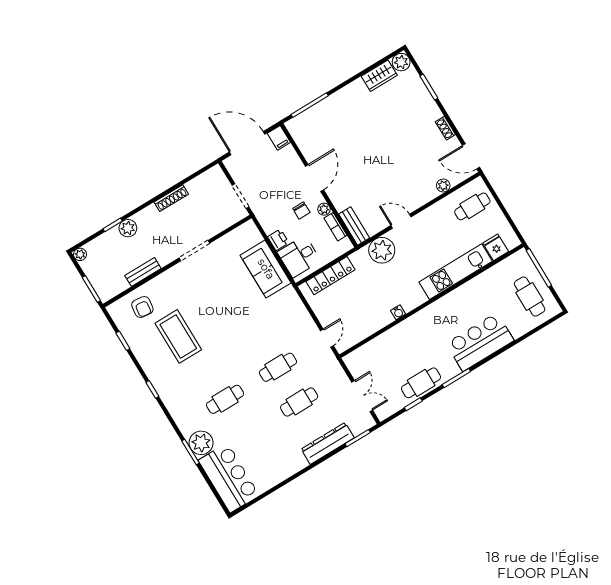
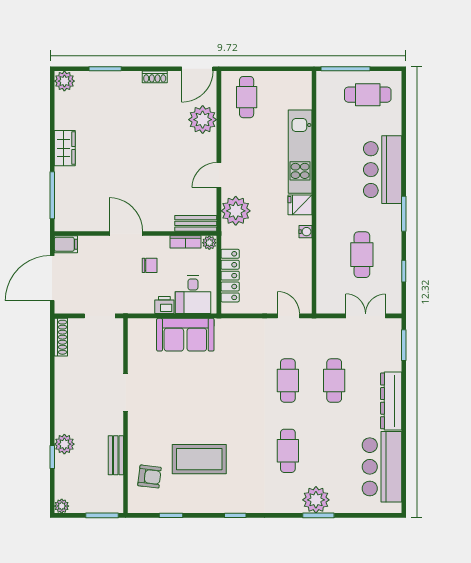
wardrobe: (379, 76) -> (65, 148), moved
plant: (443, 186) -> (203, 120), width x1.87, depth x1.87
shoe rack: (171, 198) -> (61, 337), moved
plant: (324, 209) -> (209, 243), moved
fridge: (496, 247) -> (300, 205), moved
cafe table: (421, 383) -> (362, 255), moved
dresser: (328, 443) -> (391, 401), moved
bar counter: (229, 478) -> (382, 467), moved, turned -90

